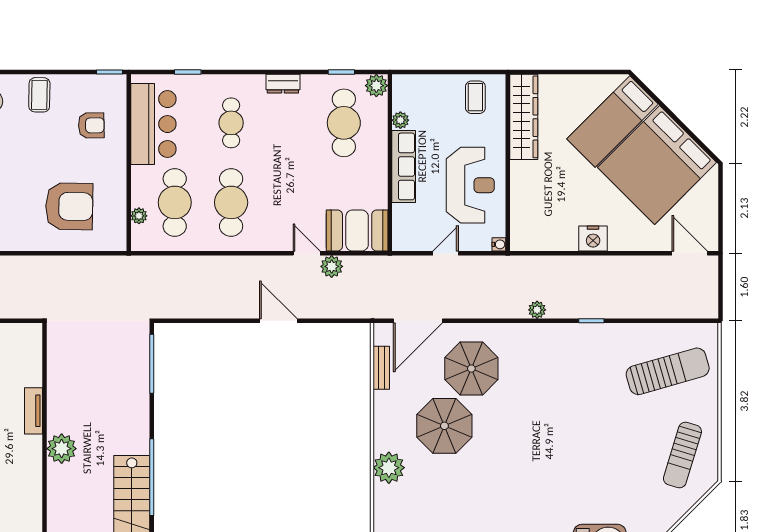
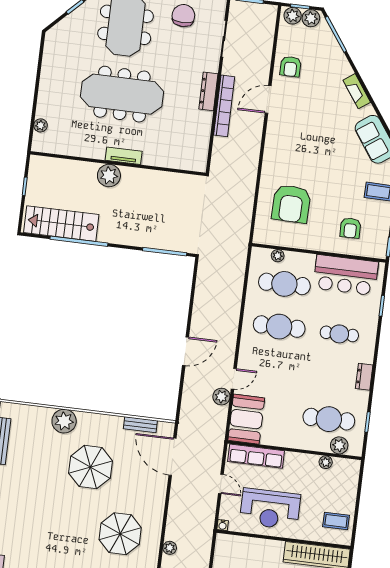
plant: (376, 86) -> (339, 445), moved
row of seats: (404, 166) -> (256, 456), moved
parasol: (471, 369) -> (120, 534), moved
tv unit: (33, 411) -> (124, 156), moved

